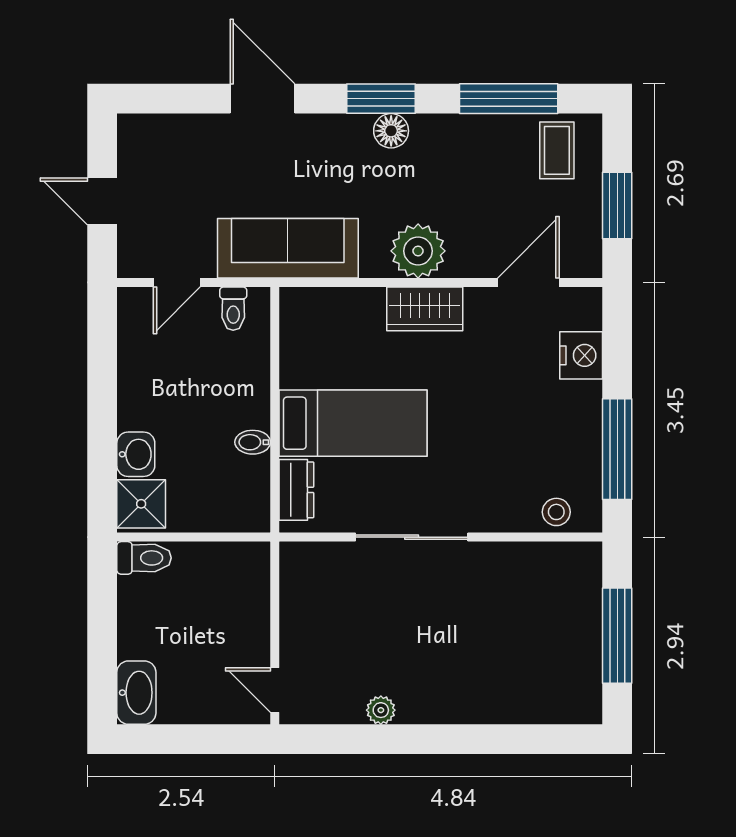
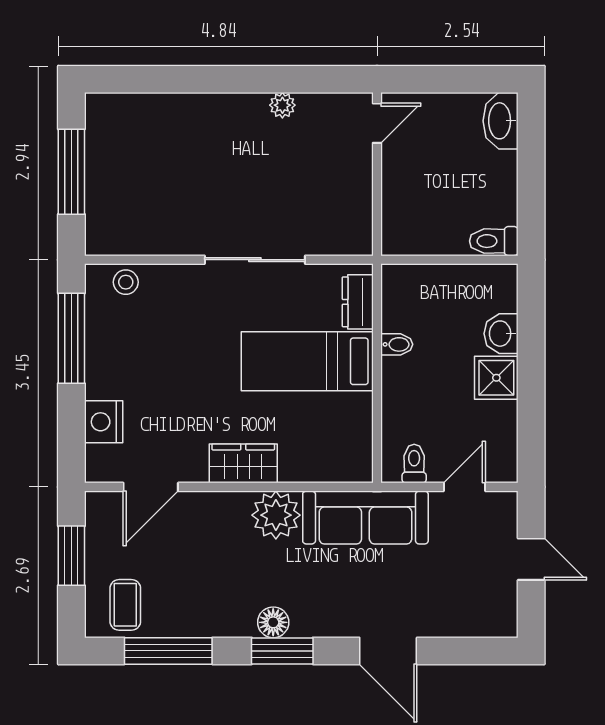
plant: (418, 251) -> (276, 515), moved
shower: (141, 504) -> (496, 378), moved
door: (275, 690) -> (377, 123), hinge flipped

